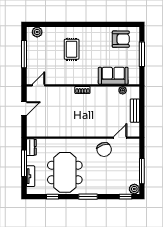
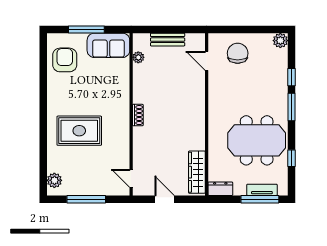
rug: (72, 49) -> (79, 131), width x1.36, depth x1.43
sofa: (113, 76) -> (108, 45), moved, turned -90
wardrobe: (43, 131) -> (197, 172), added
chair: (104, 149) -> (238, 53), moved, turned -72
window: (24, 163) -> (260, 199), moved
window: (142, 171) -> (255, 29), removed
window: (125, 197) -> (291, 77), moved

